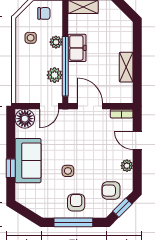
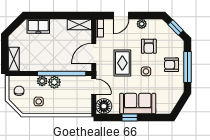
freezer: (77, 48) -> (38, 26), moved, turned 180
shelving: (126, 67) -> (79, 24), moved
plant: (55, 75) -> (54, 82), moved
rug: (78, 142) -> (122, 63), added
window: (11, 168) -> (130, 117), moved
armchair: (111, 191) -> (149, 46), moved

